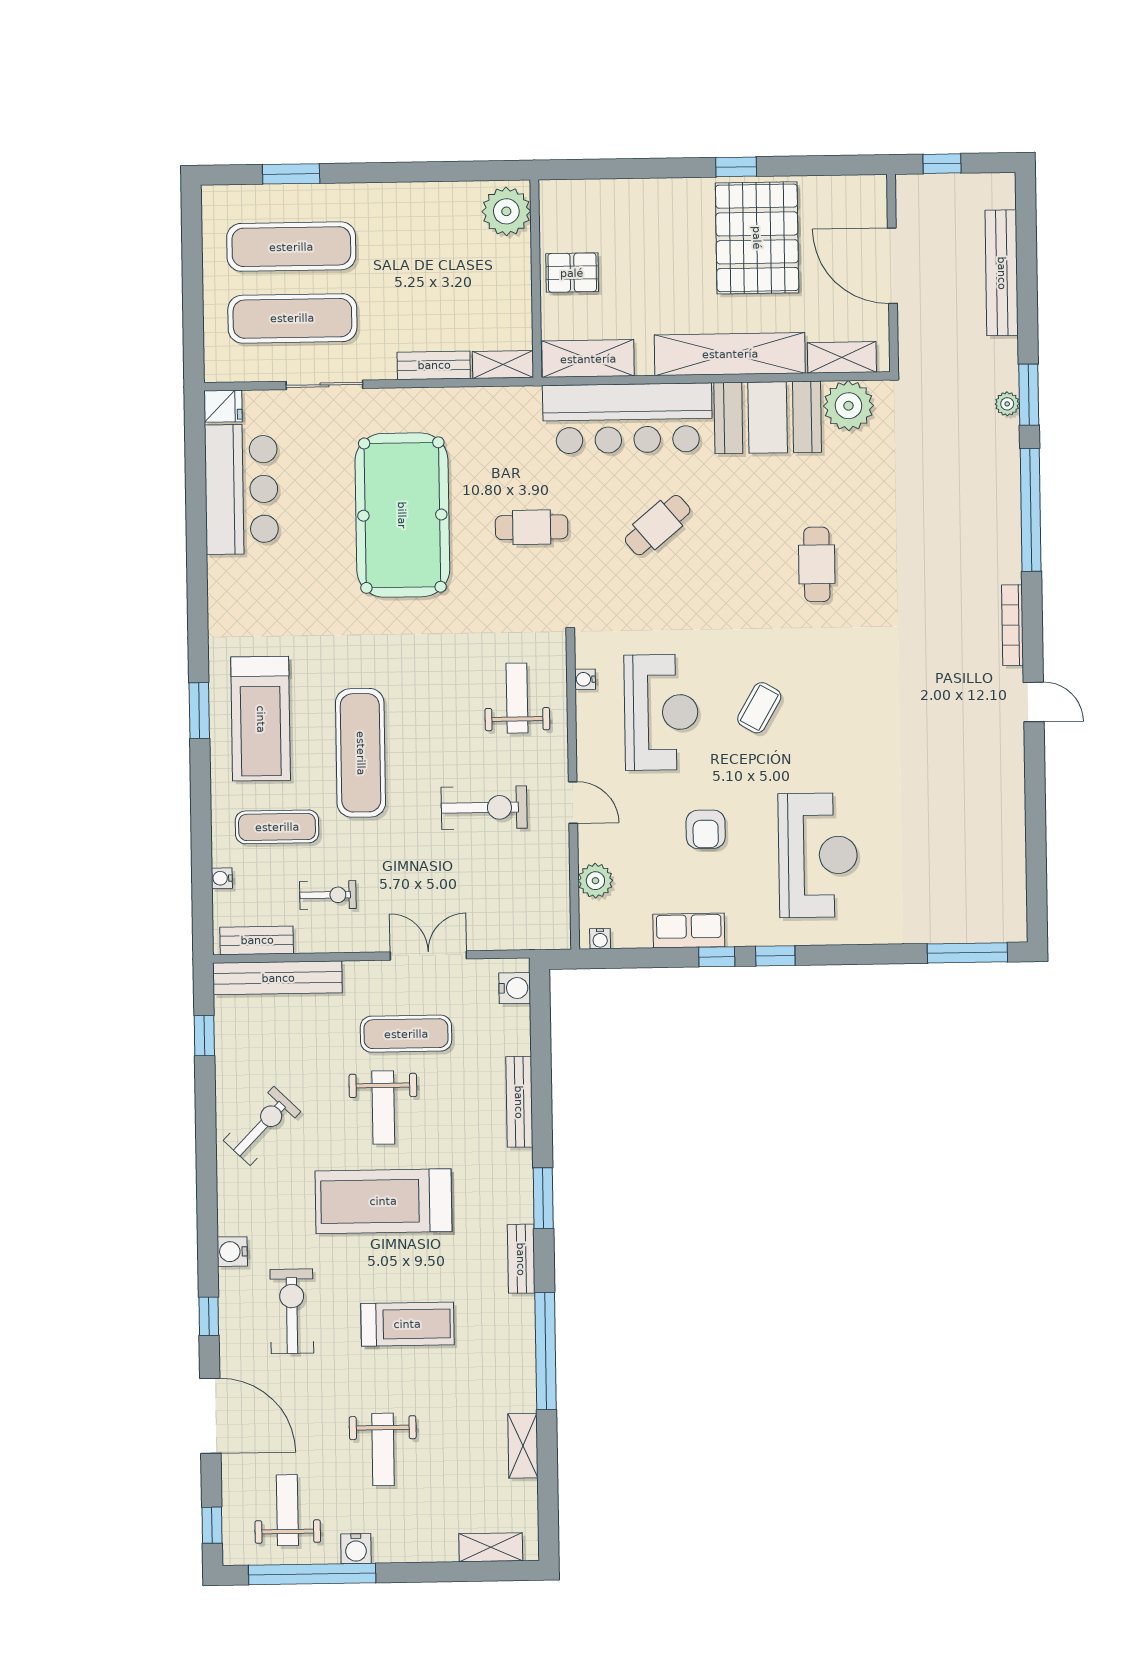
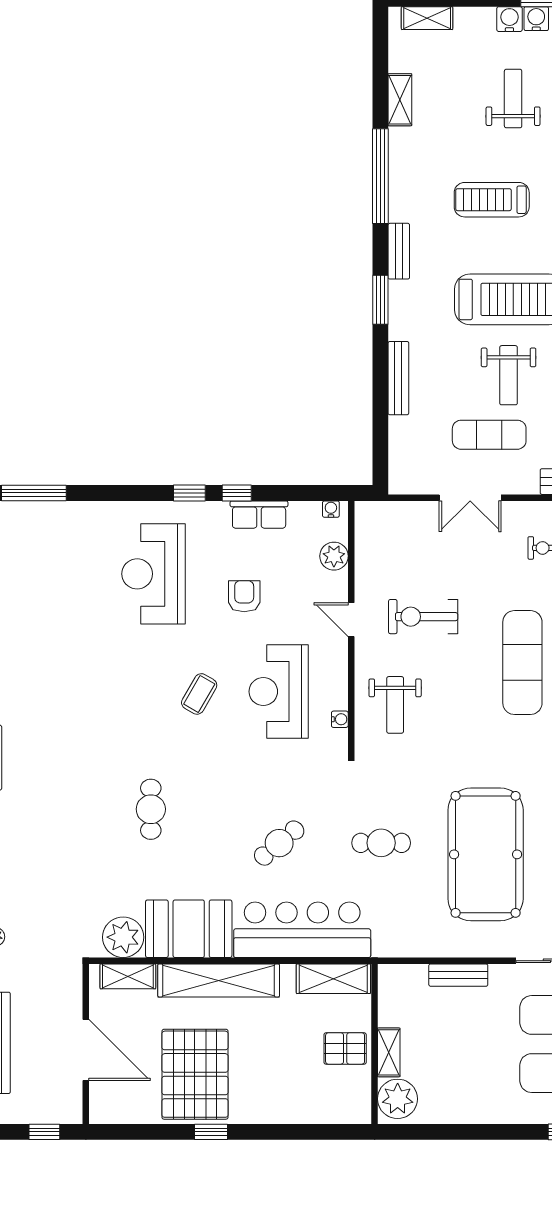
shelving: (503, 365) -> (389, 1052), moved, turned 90
water cooler: (515, 988) -> (509, 19), moved, turned 90
weight bench: (383, 1108) -> (509, 375), turned 180

